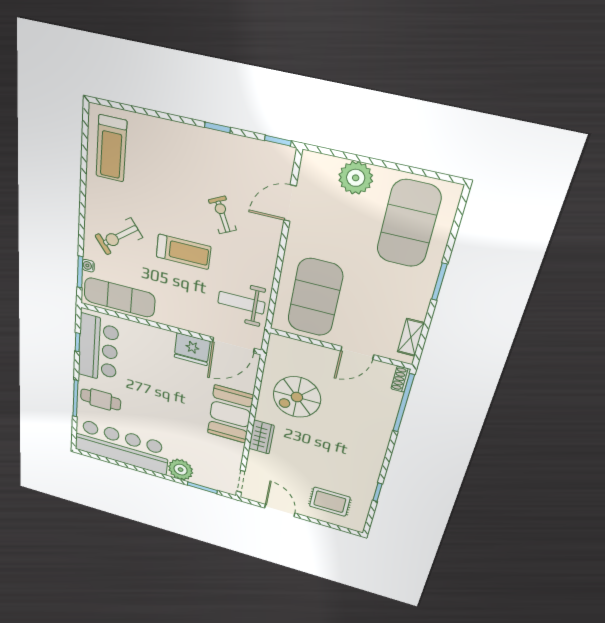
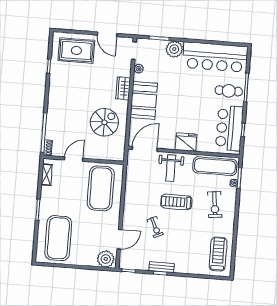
bench: (214, 139) -> (162, 267), added
plant: (356, 178) -> (106, 259), moved
exercise bike: (119, 236) -> (215, 205), turned 121
weight bench: (241, 303) -> (171, 168), moved, turned 90
fridge: (192, 349) -> (186, 142), moved
plant: (235, 457) -> (139, 69), added
rug: (330, 502) -> (76, 50), width x1.36, depth x1.43

